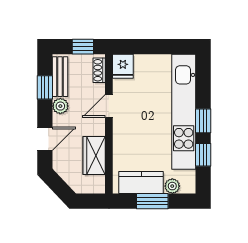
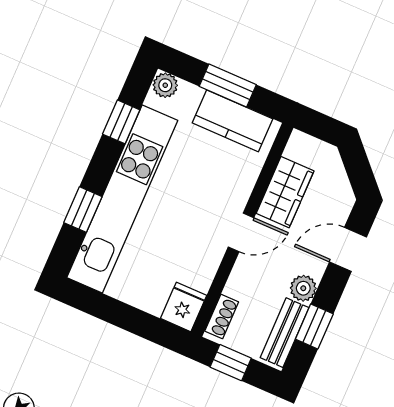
door: (109, 106) -> (241, 232), moved
window: (203, 121) -> (83, 210), moved
plant: (172, 186) -> (165, 85), moved

